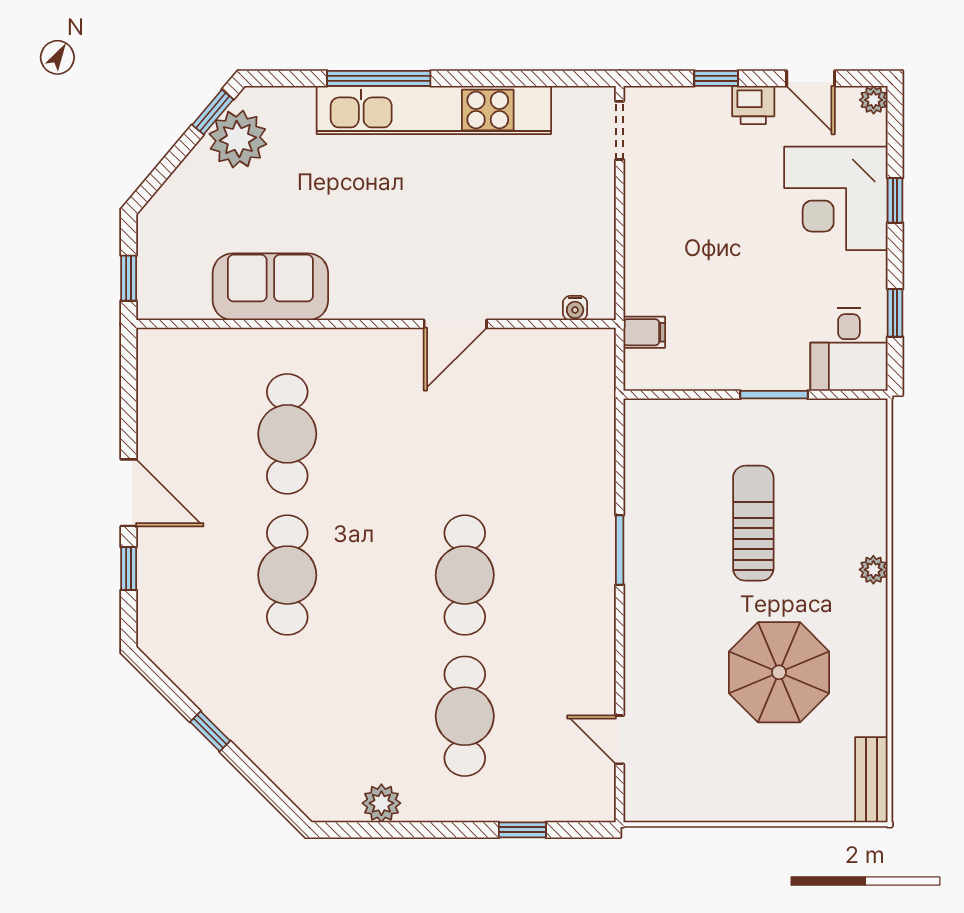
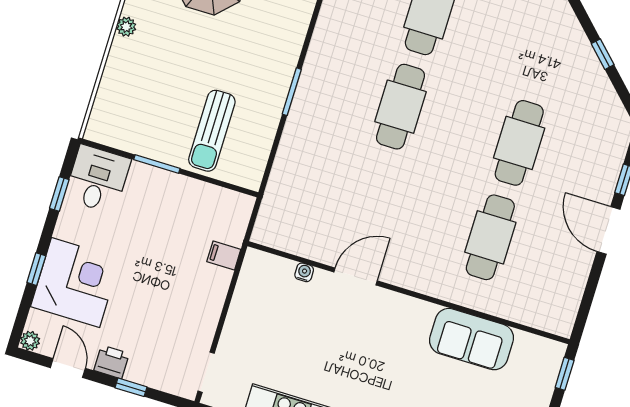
water cooler: (575, 308) -> (304, 272), moved
filing cabinet: (644, 332) -> (224, 255), moved
sun lounger: (753, 523) -> (212, 131), moved

